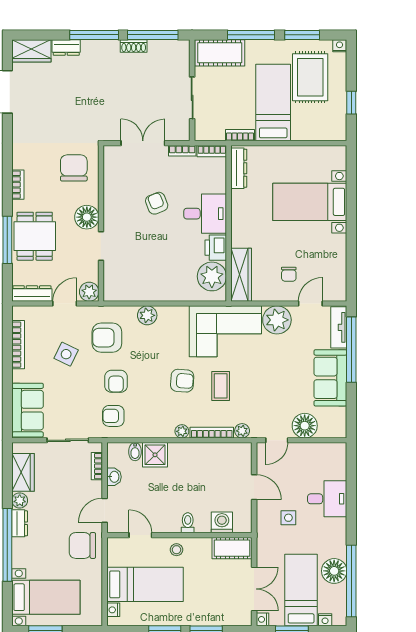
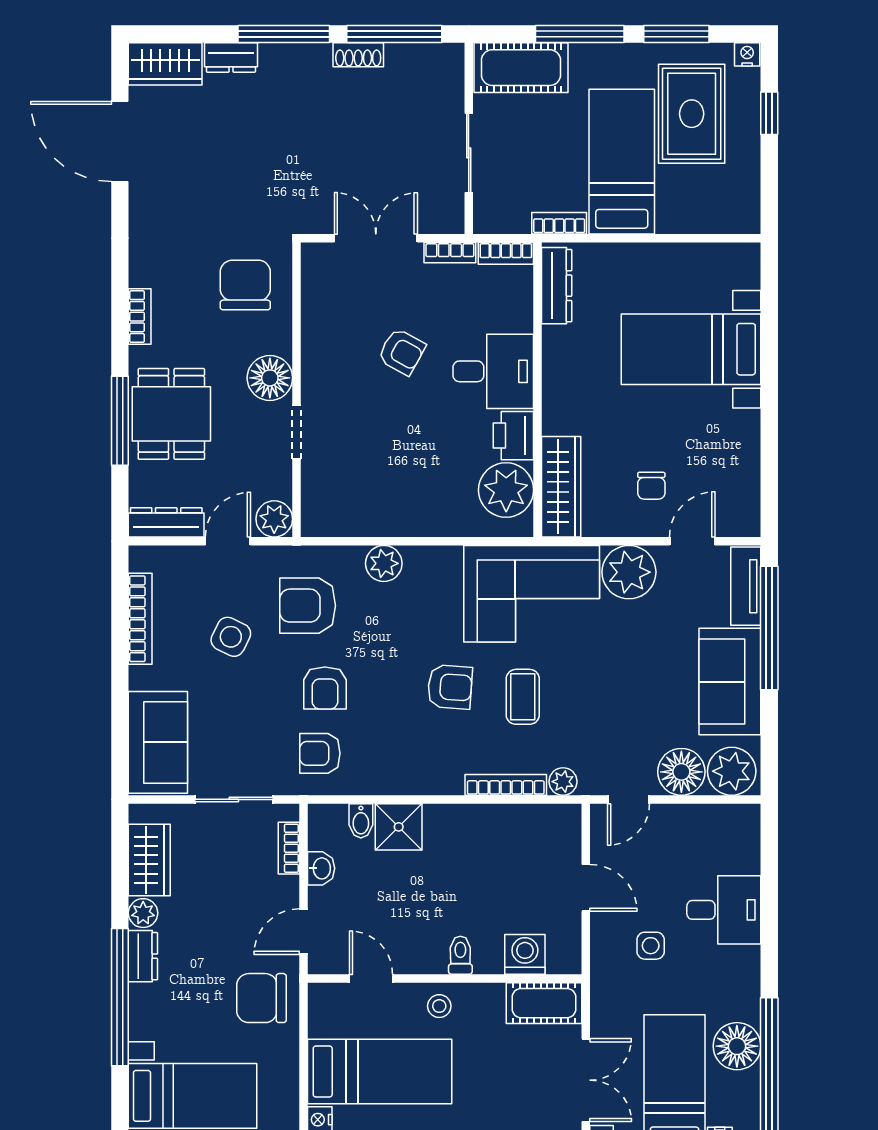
window: (351, 103) -> (769, 113), moved
armchair: (157, 203) -> (402, 352), turned 141
plant: (182, 431) -> (732, 771), moved, width x1.87, depth x1.87

